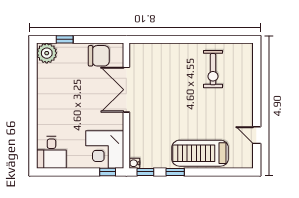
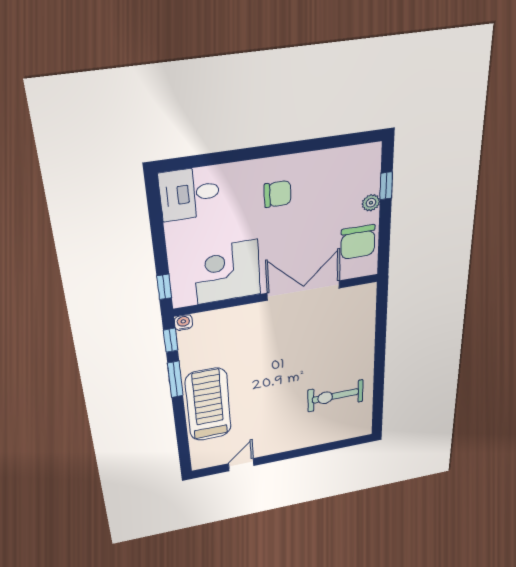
plant: (47, 53) -> (371, 203), moved, width x0.53, depth x0.53
chair: (60, 104) -> (278, 194), added
corner desk: (105, 150) -> (227, 272), moved
window: (175, 172) -> (175, 379), width x1.50

